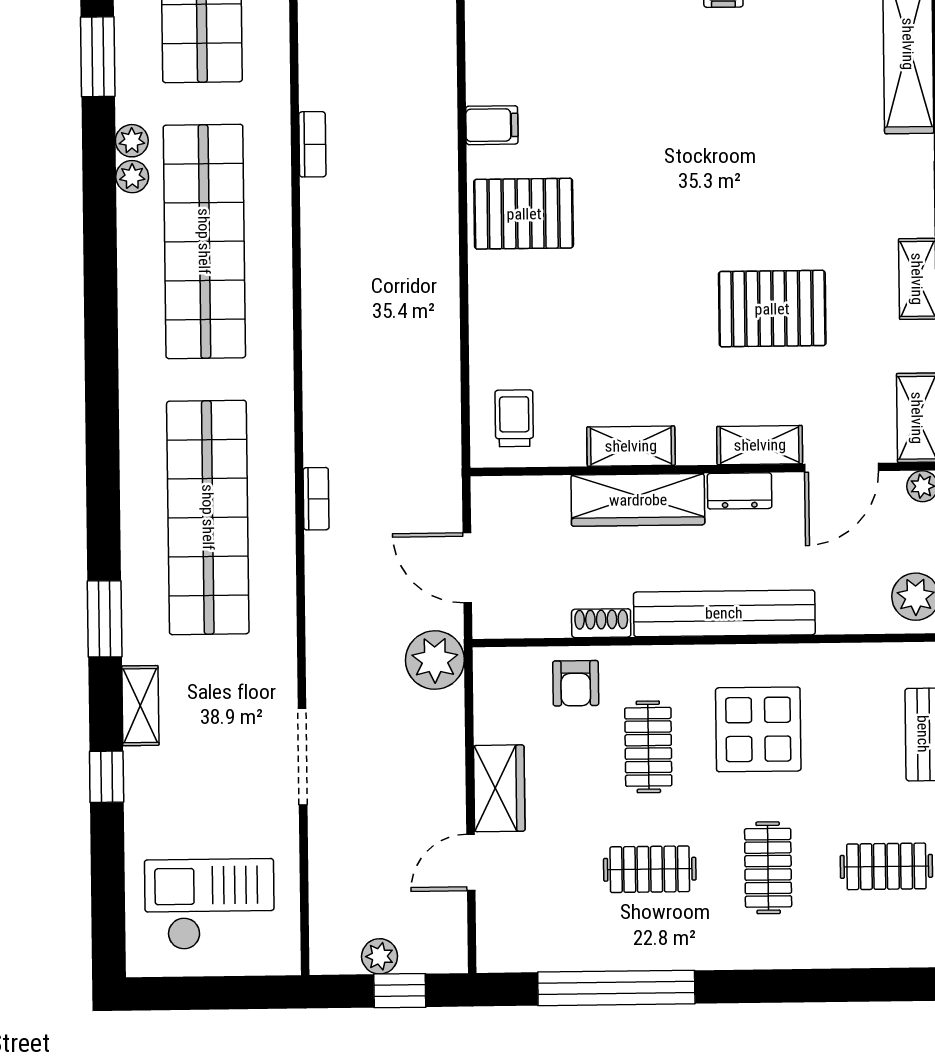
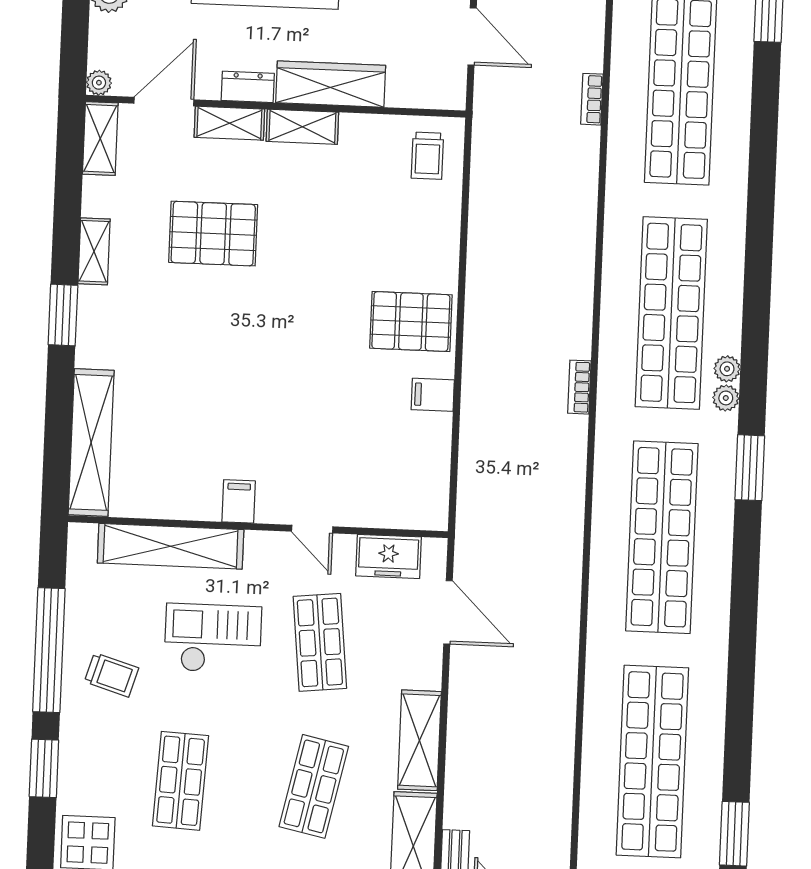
shelving: (631, 446) -> (302, 127), moved

